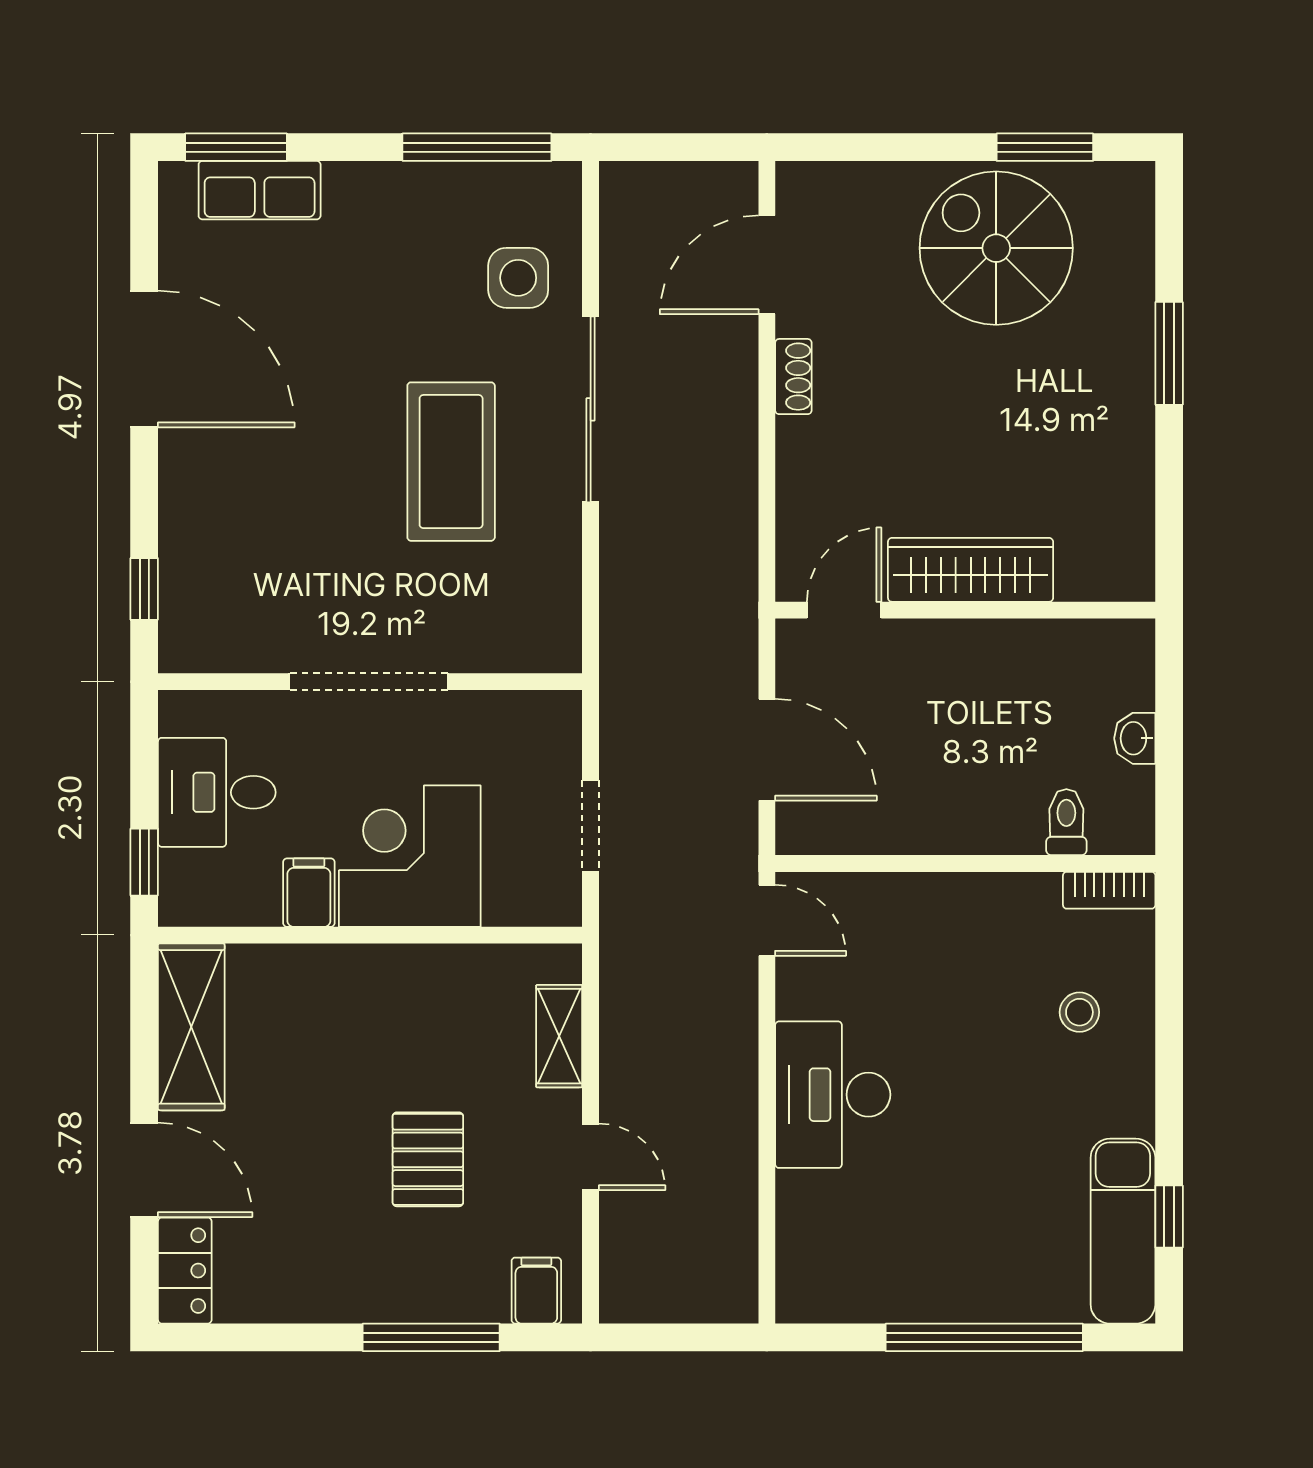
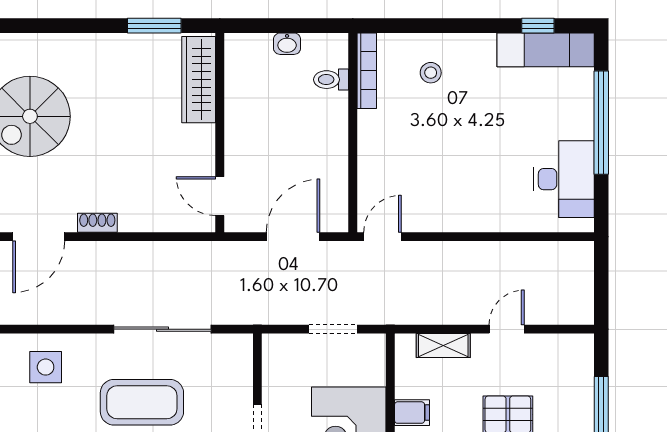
door: (767, 265) -> (39, 237), hinge flipped
window: (1169, 353) -> (154, 26), moved
sliding door: (591, 409) -> (162, 329), moved
wardrobe: (971, 570) -> (199, 80), moved
bookcase: (1109, 890) -> (367, 71), width x1.56
desk: (833, 1095) -> (564, 179), moved, turned -90
filing cabinet: (536, 1291) -> (412, 413), moved, turned 180

